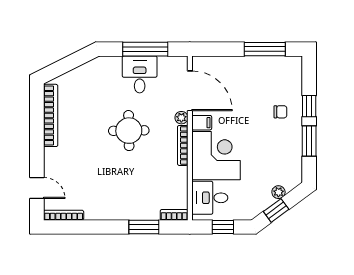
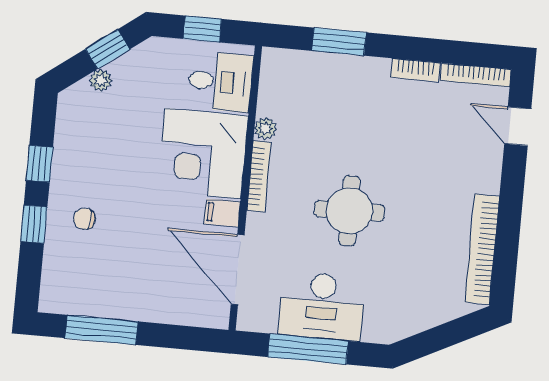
desk: (140, 74) -> (322, 306), width x1.37
plant: (181, 118) -> (265, 128), moved
window: (309, 141) -> (39, 164), width x0.67
bookcase: (174, 215) -> (415, 70), moved

